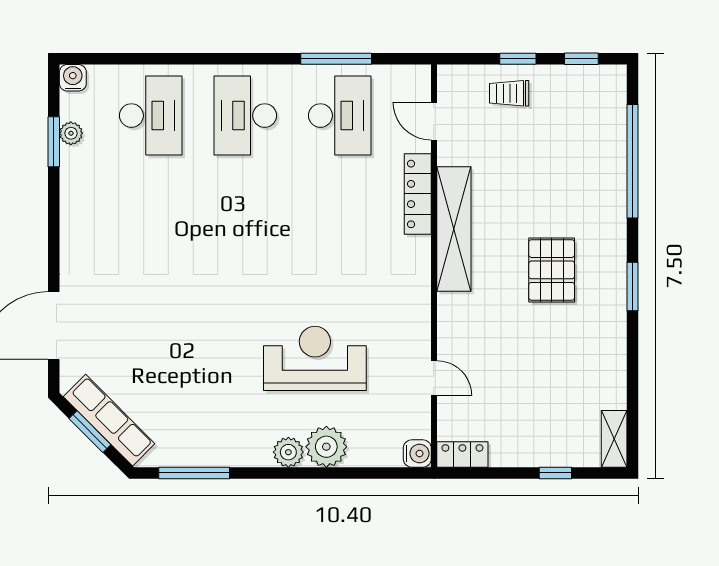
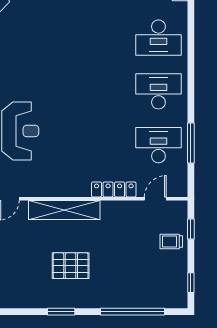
window: (518, 59) -> (191, 229), moved
trolley: (509, 93) -> (171, 242), turned -90
desk: (340, 116) -> (158, 145), turned 180
shelving: (454, 229) -> (64, 210), moved

